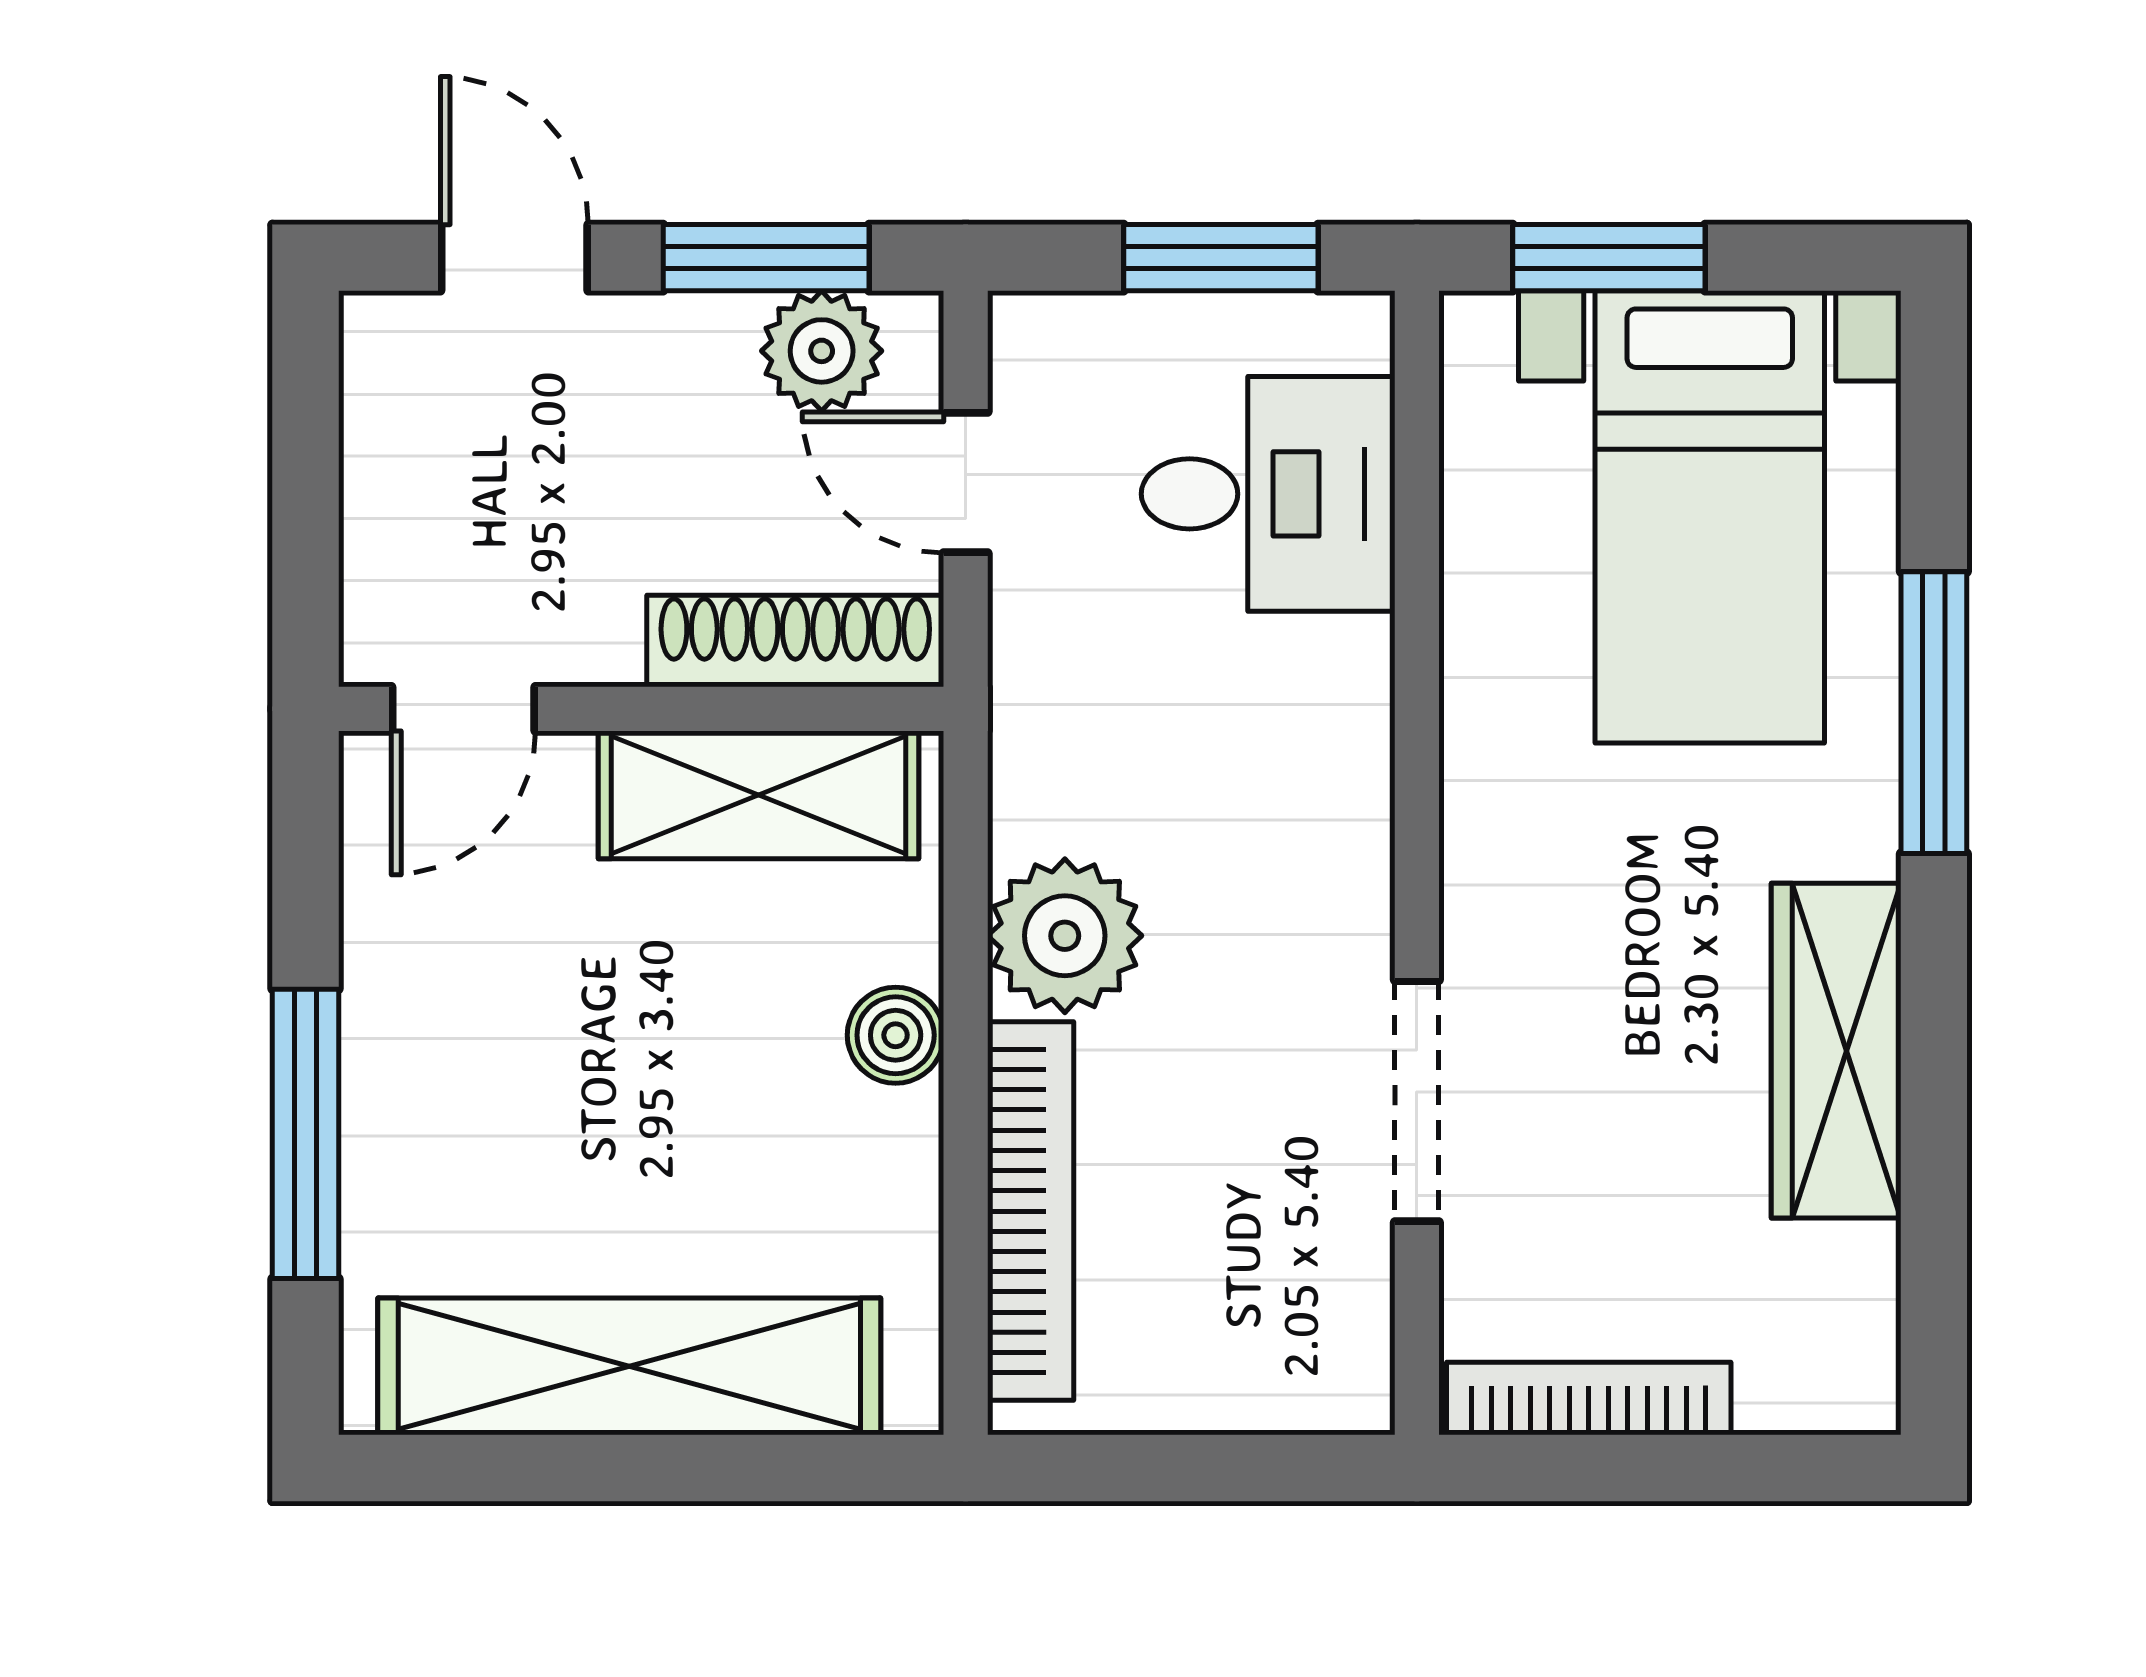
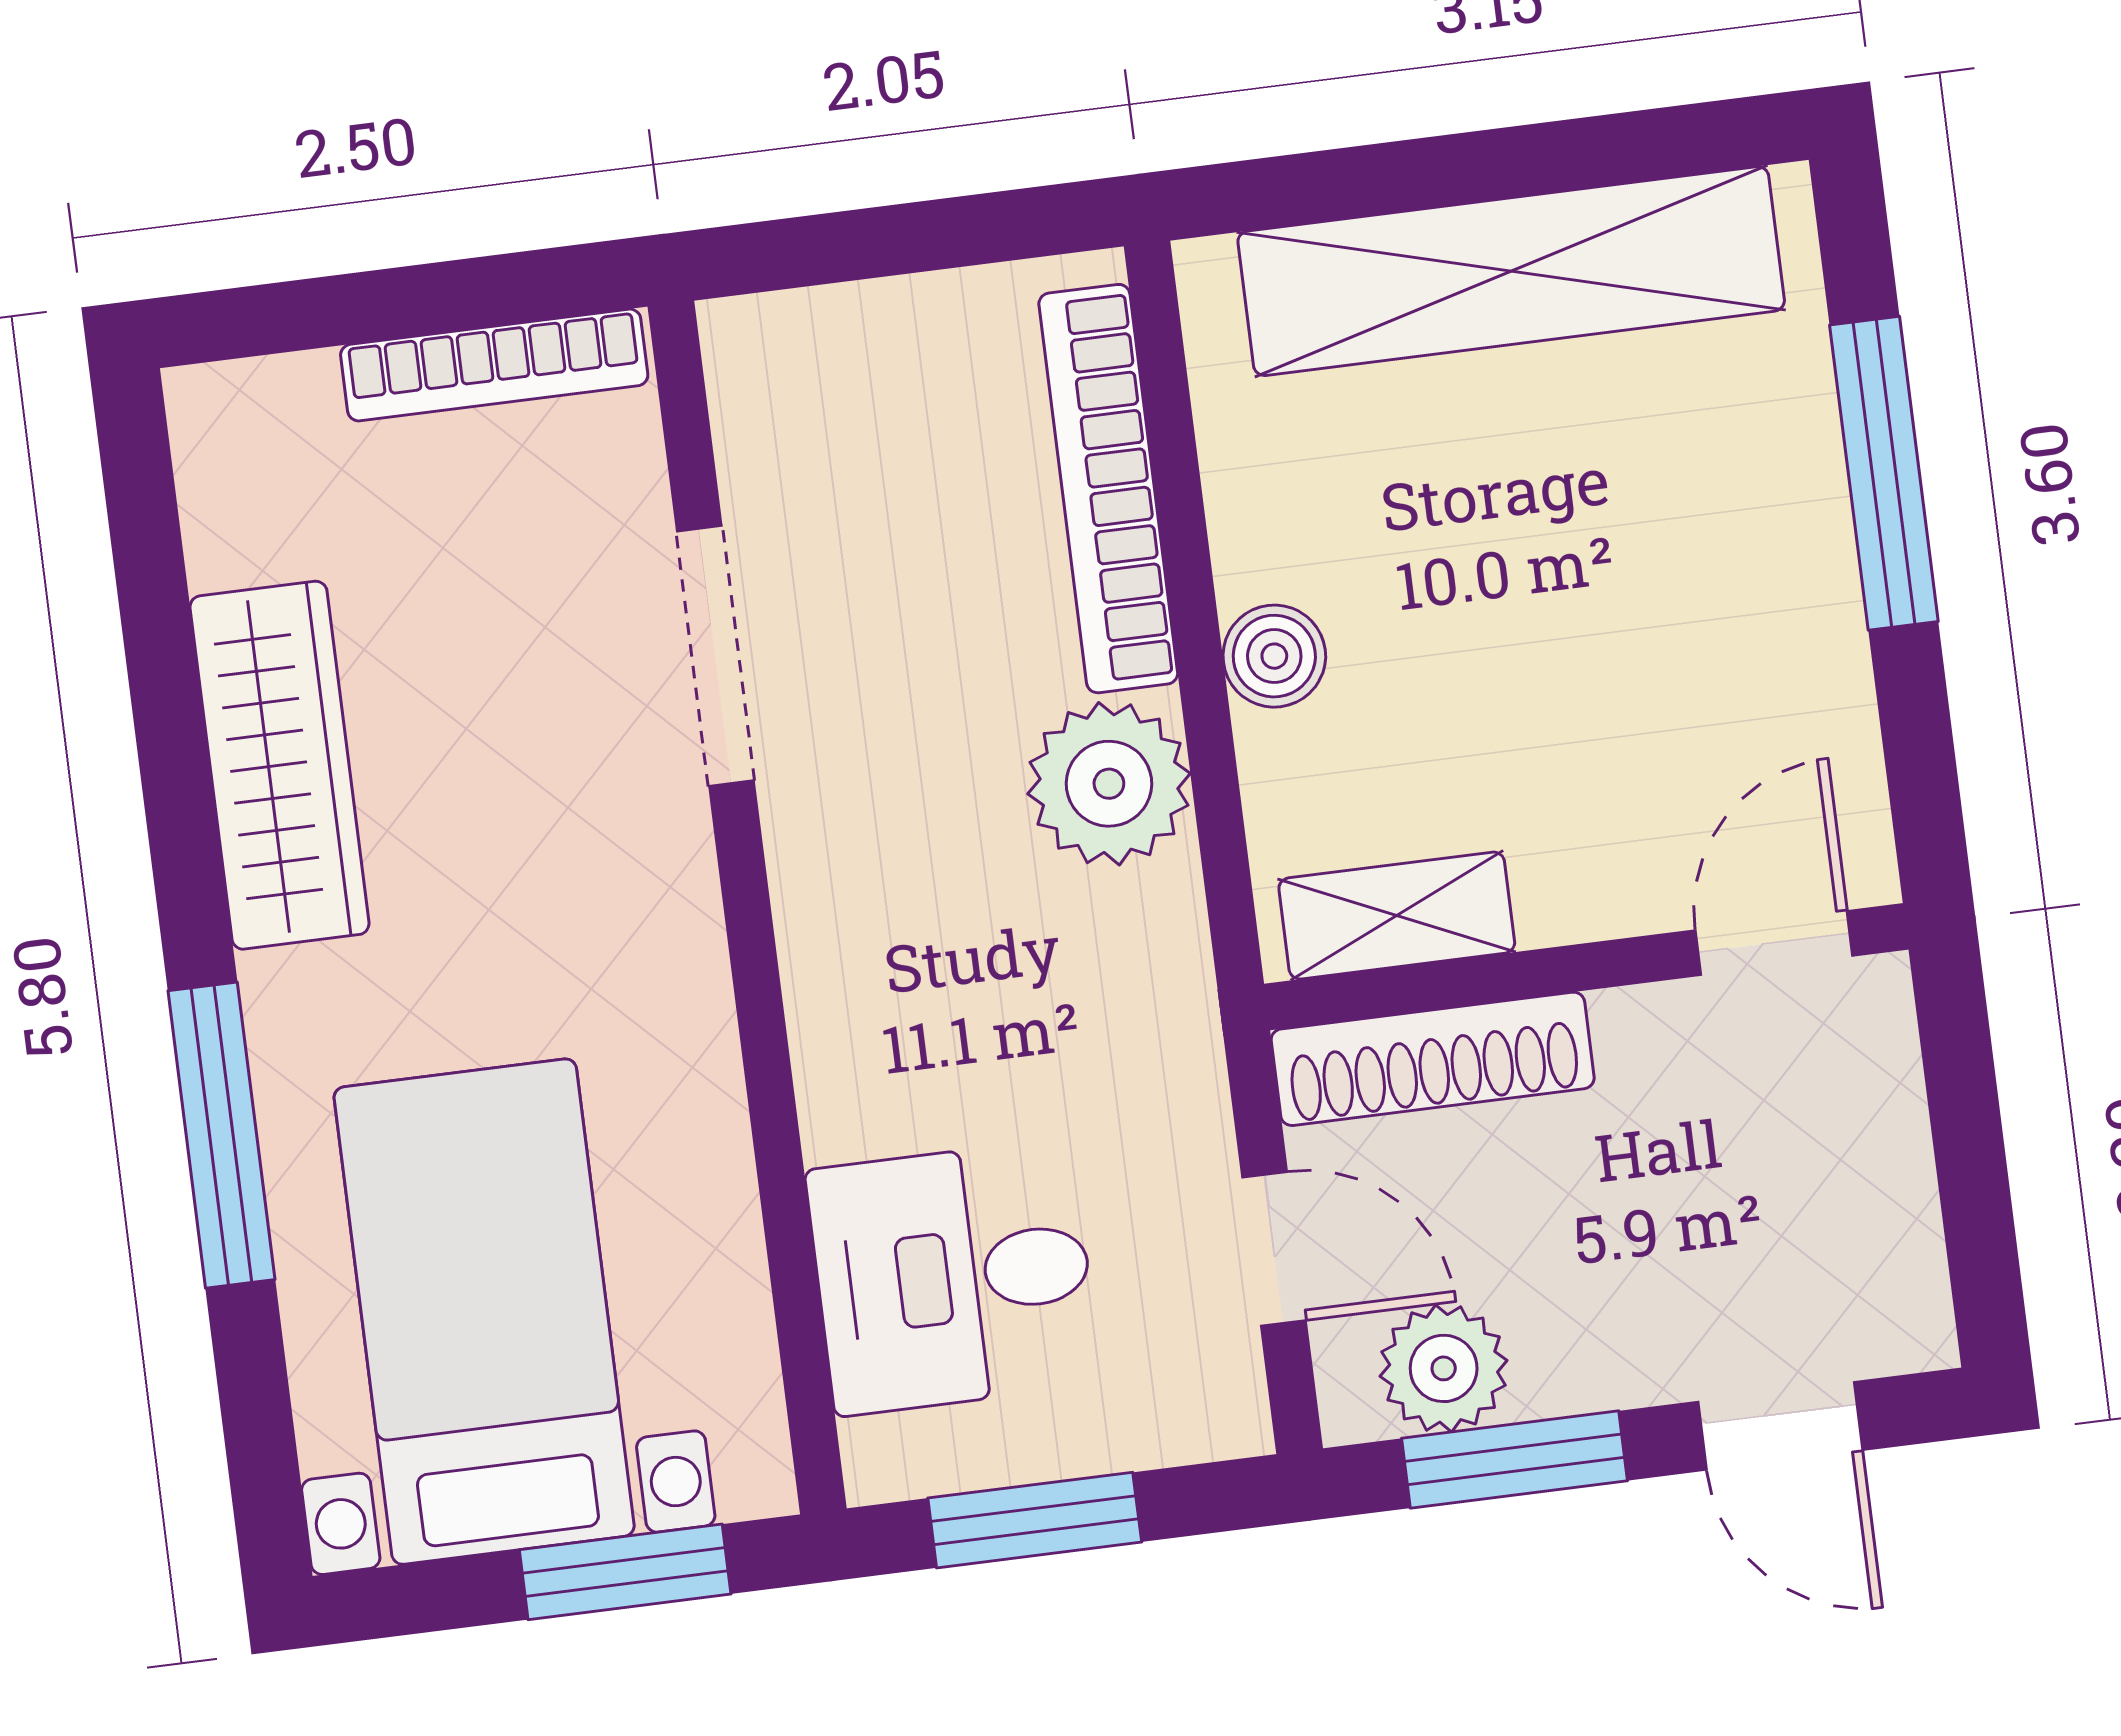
shelving: (759, 795) -> (1397, 916), width x0.67, depth x0.75

